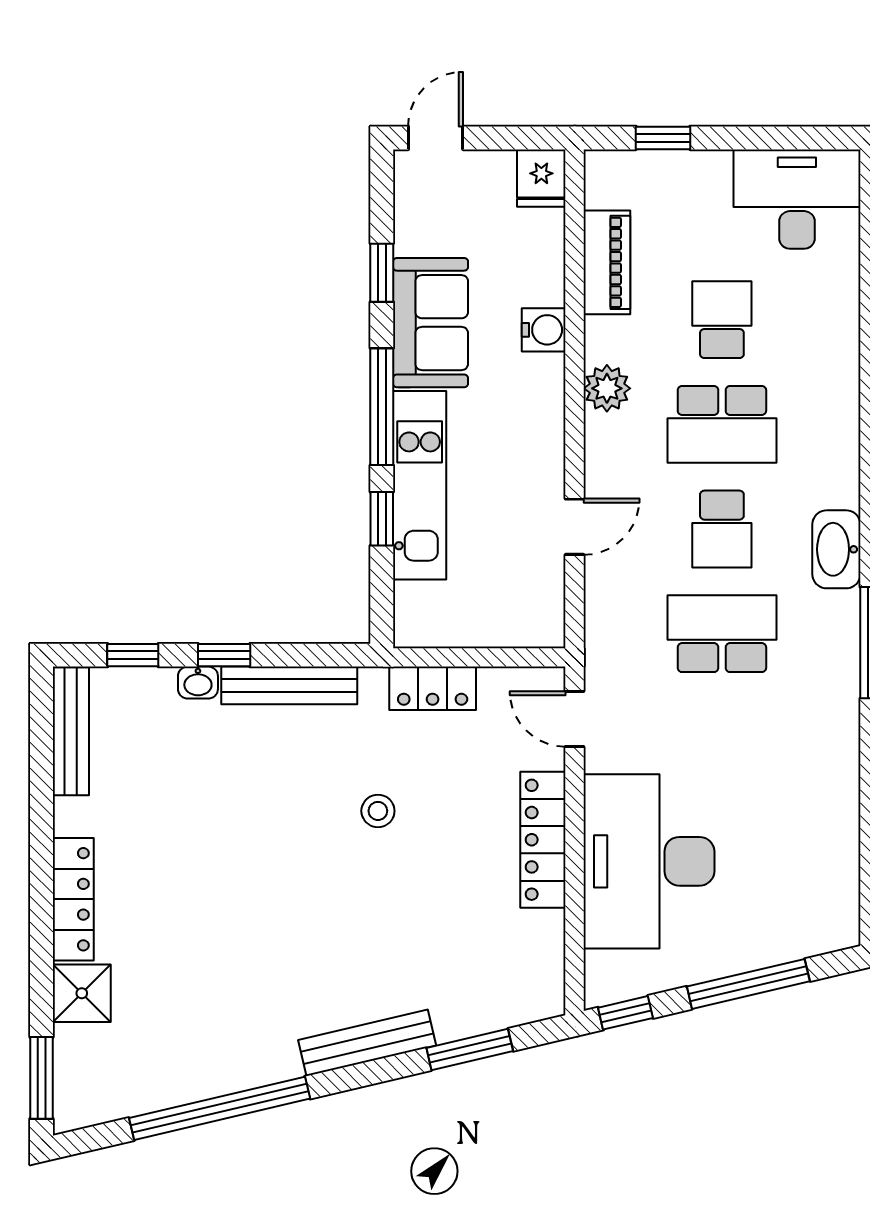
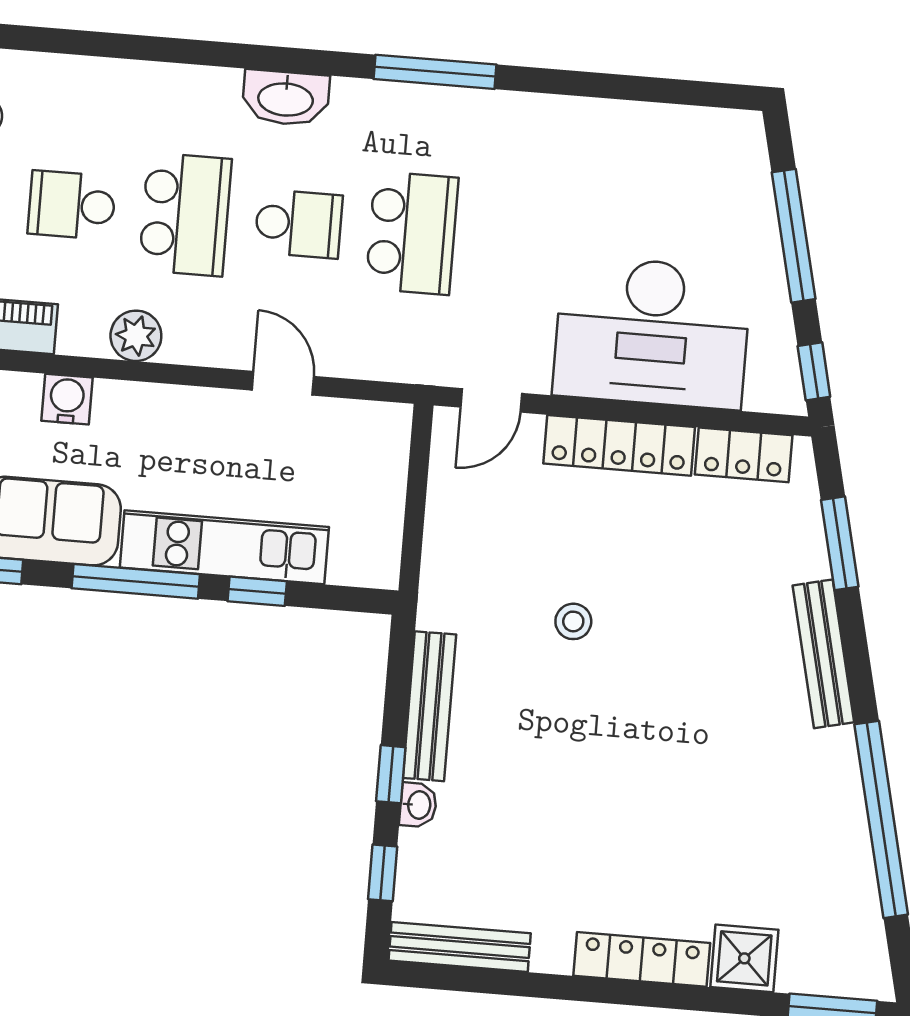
washbasin: (836, 549) -> (286, 98), moved
school desk: (722, 634) -> (412, 233), turned 180
locker: (433, 688) -> (744, 455), moved, turned 90

